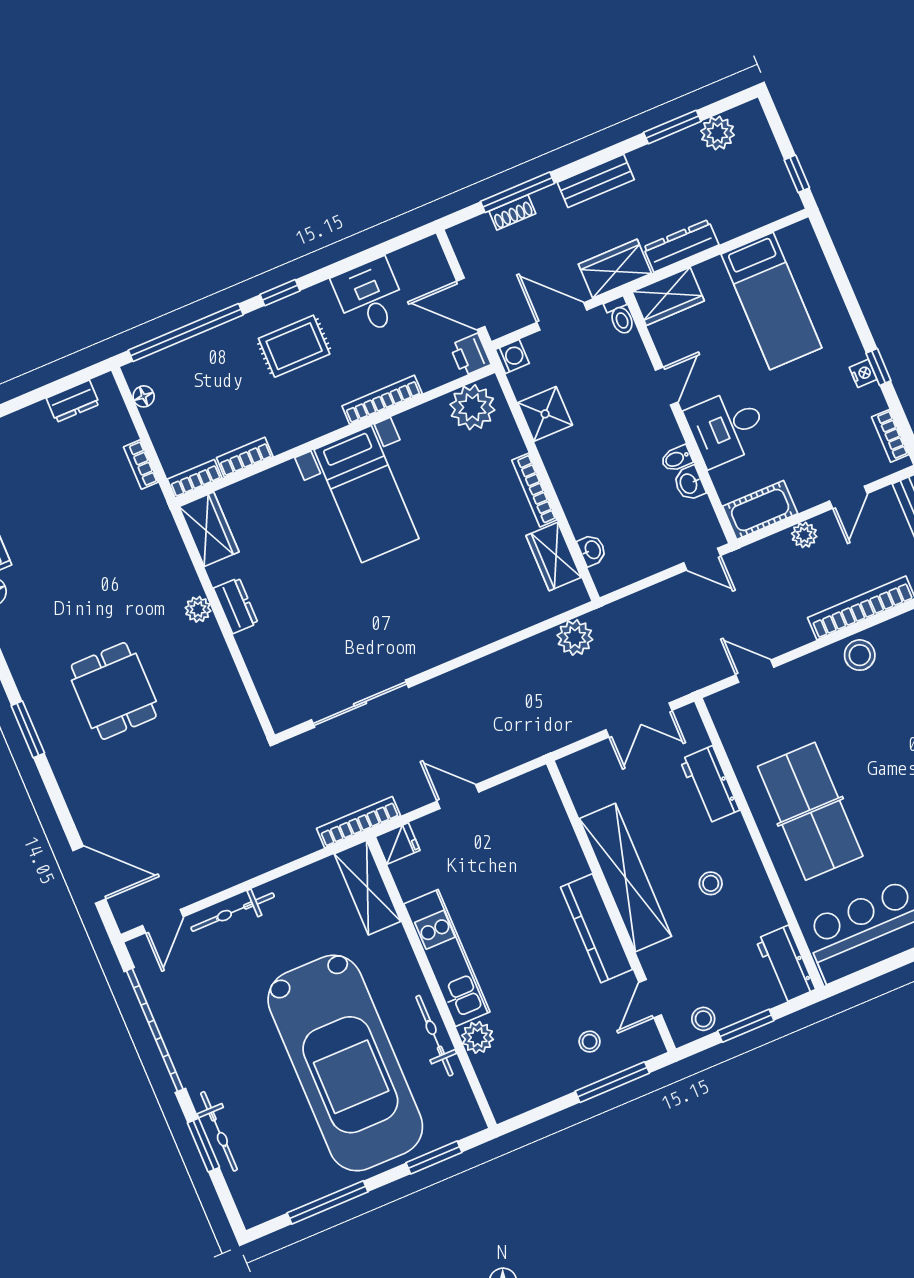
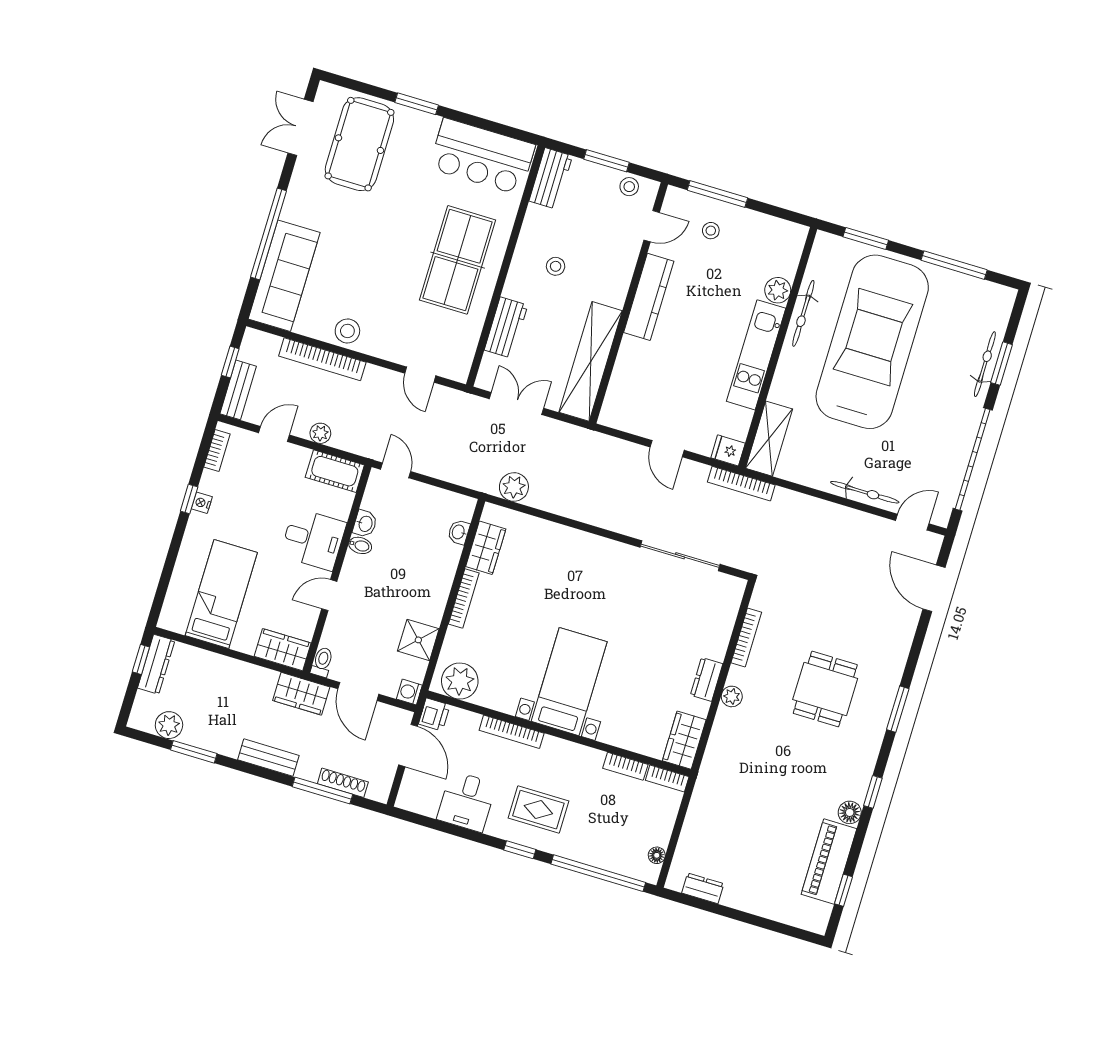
shoe rack: (512, 212) -> (343, 783), width x1.43
dresser: (681, 246) -> (156, 664), moved, turned -90
bookcase: (141, 465) -> (746, 637), moved, width x1.56
shelving: (625, 877) -> (591, 361), moved

